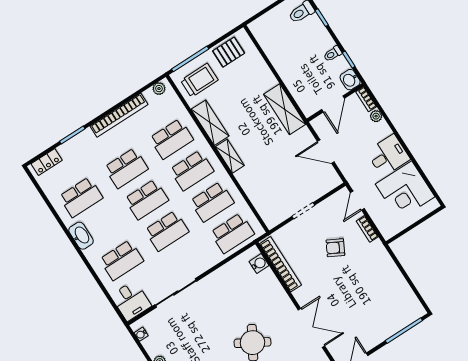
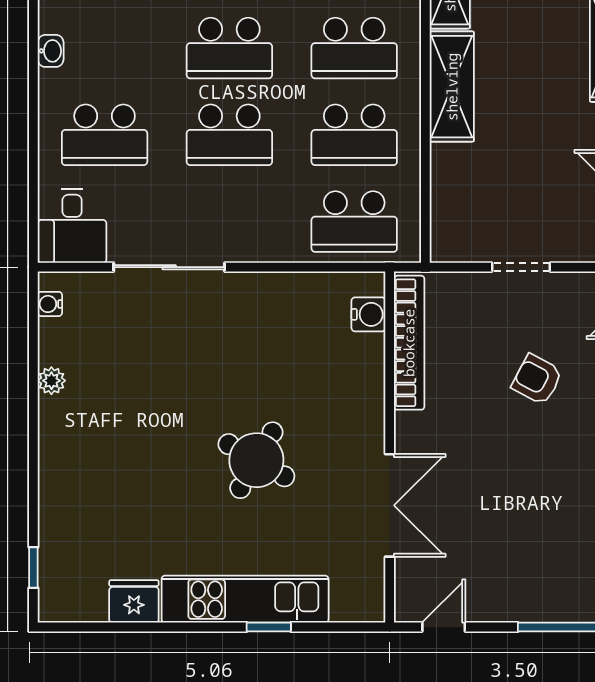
shelving: (230, 156) -> (452, 87), width x1.50, depth x1.33
washbasin: (81, 236) -> (51, 51), width x0.52, depth x0.69

